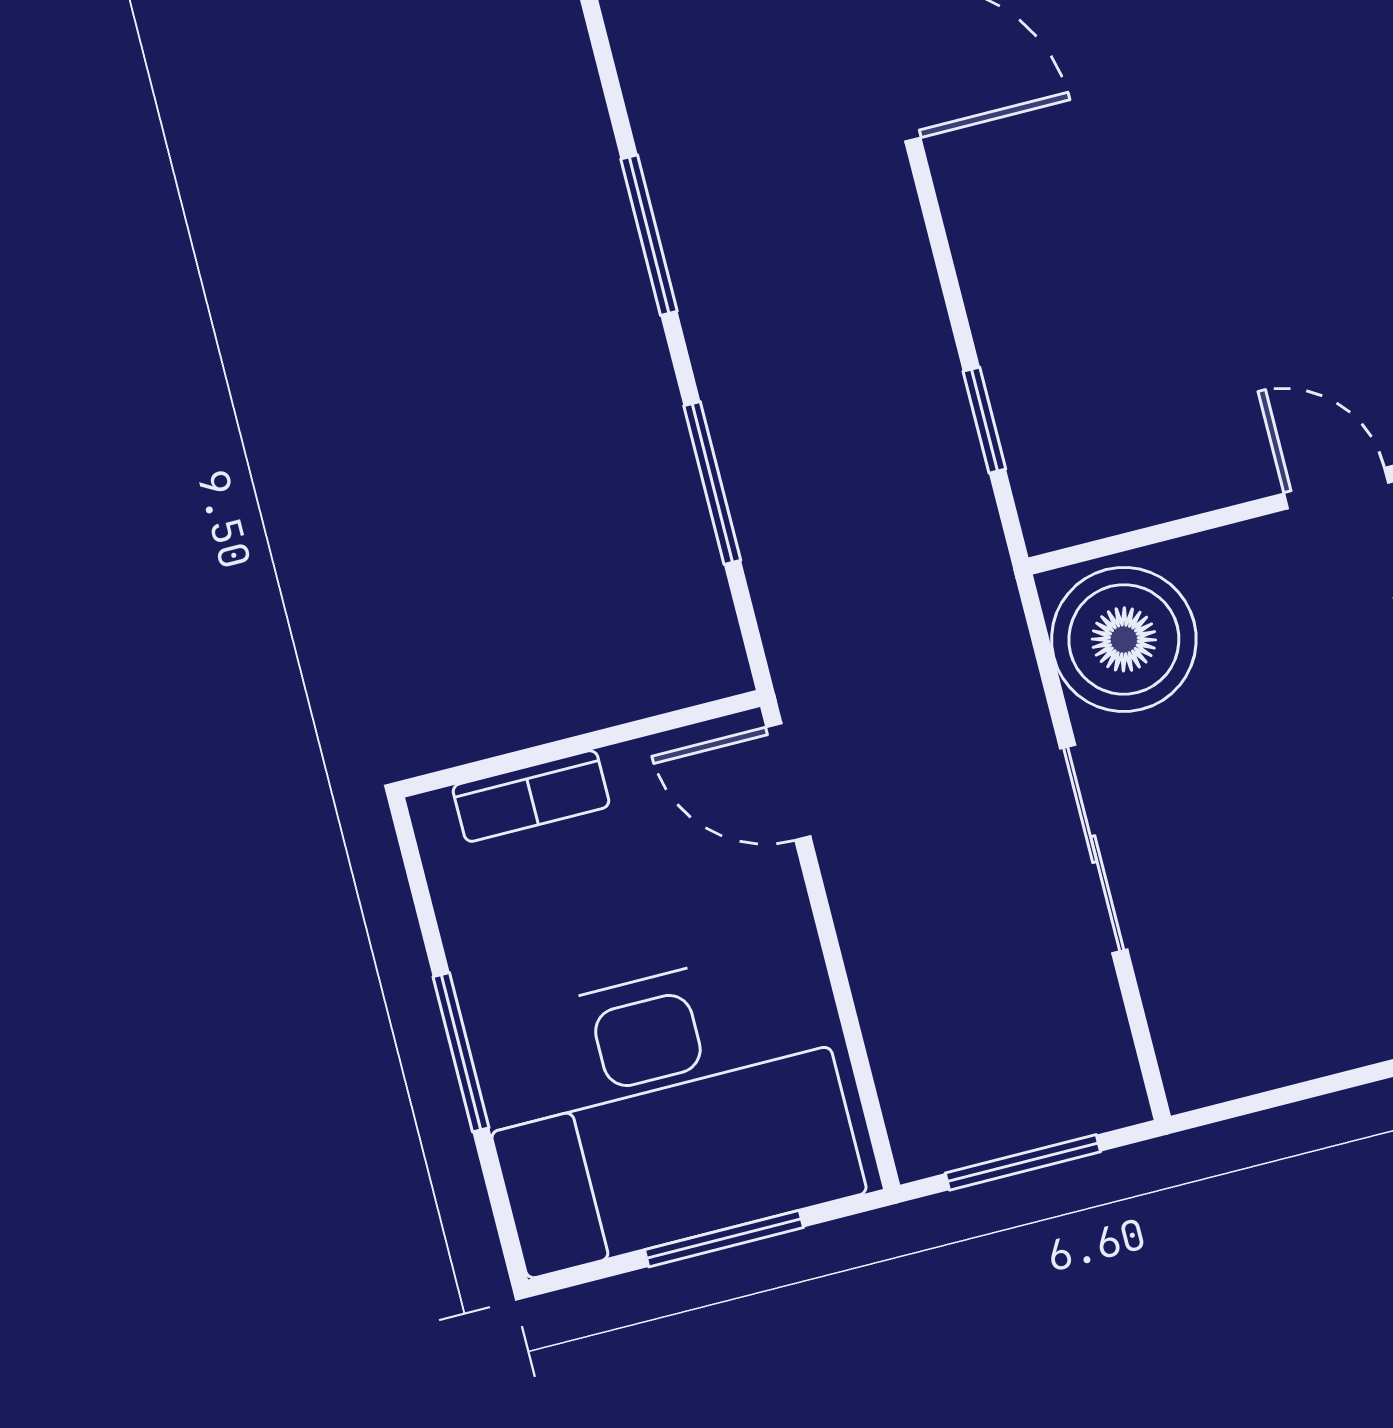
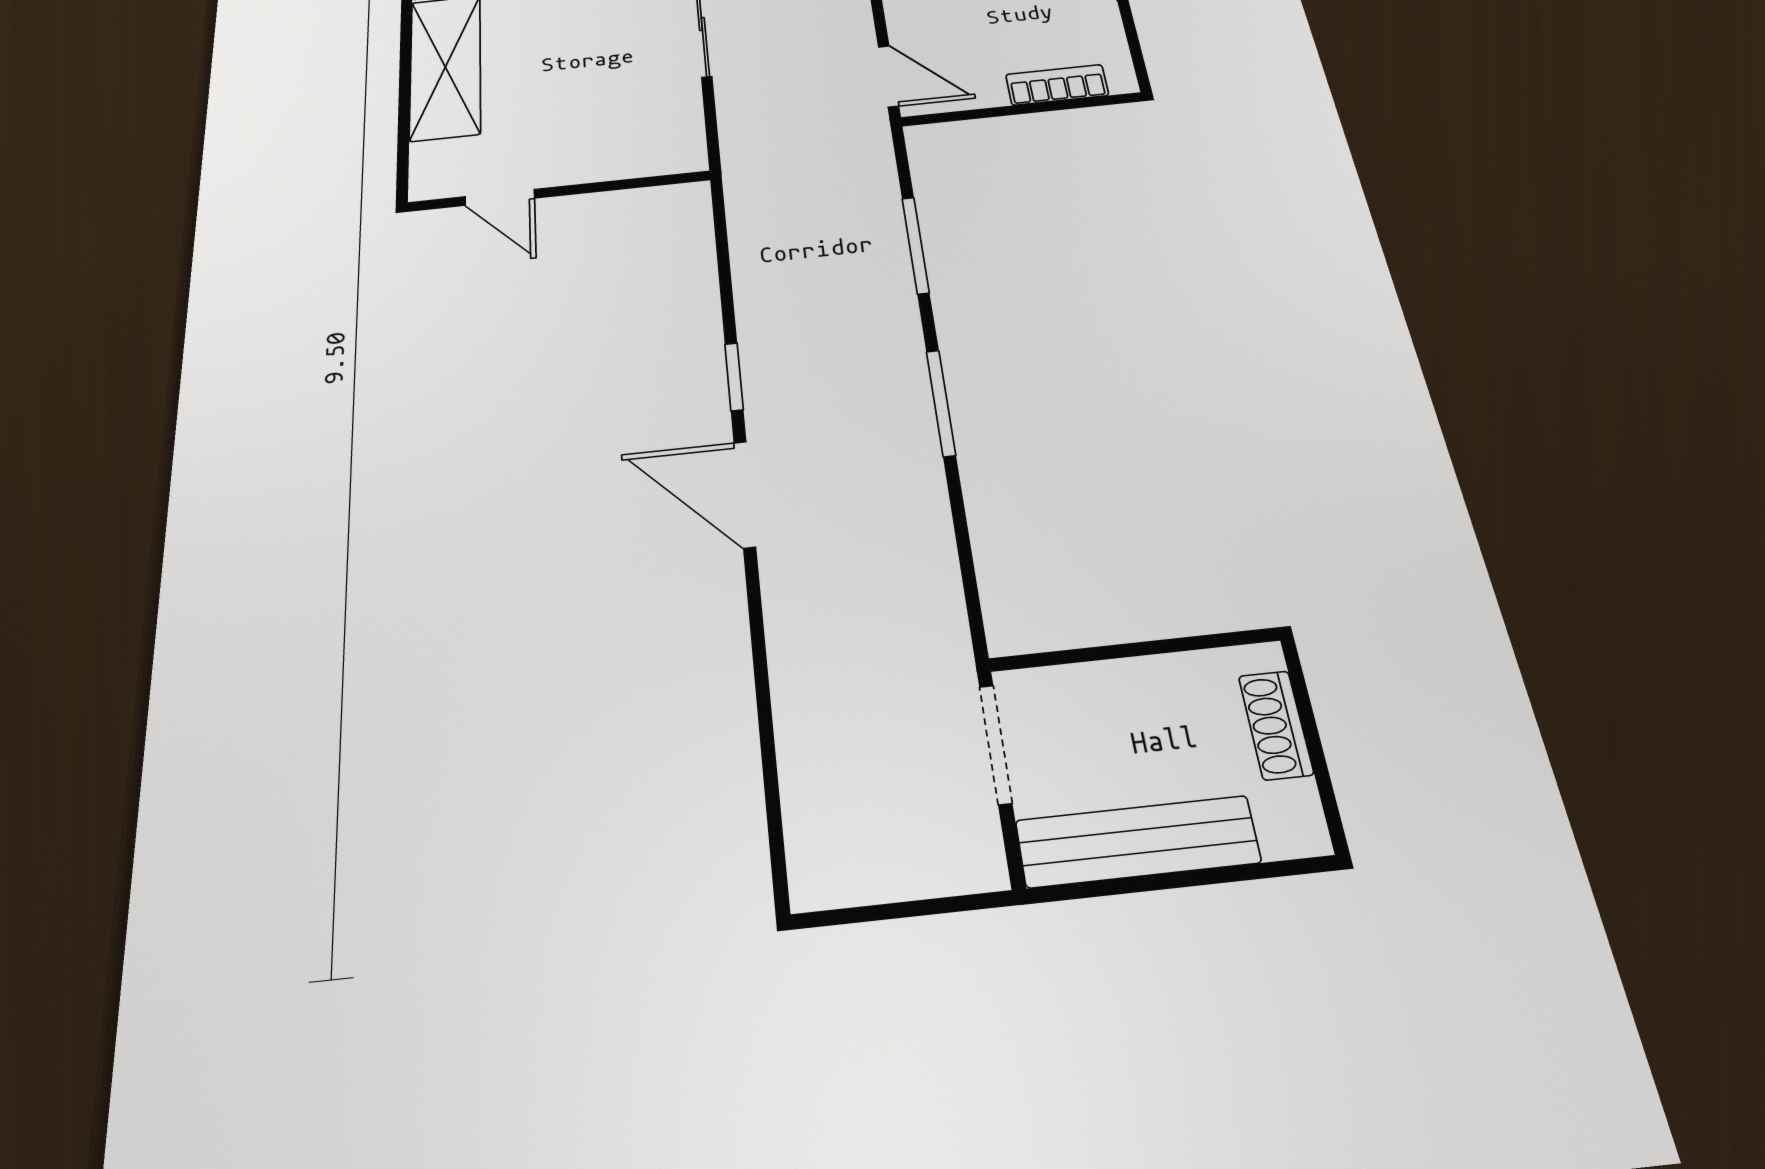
window: (984, 420) -> (734, 377), moved
boiler: (1124, 639) -> (658, 129), removed

